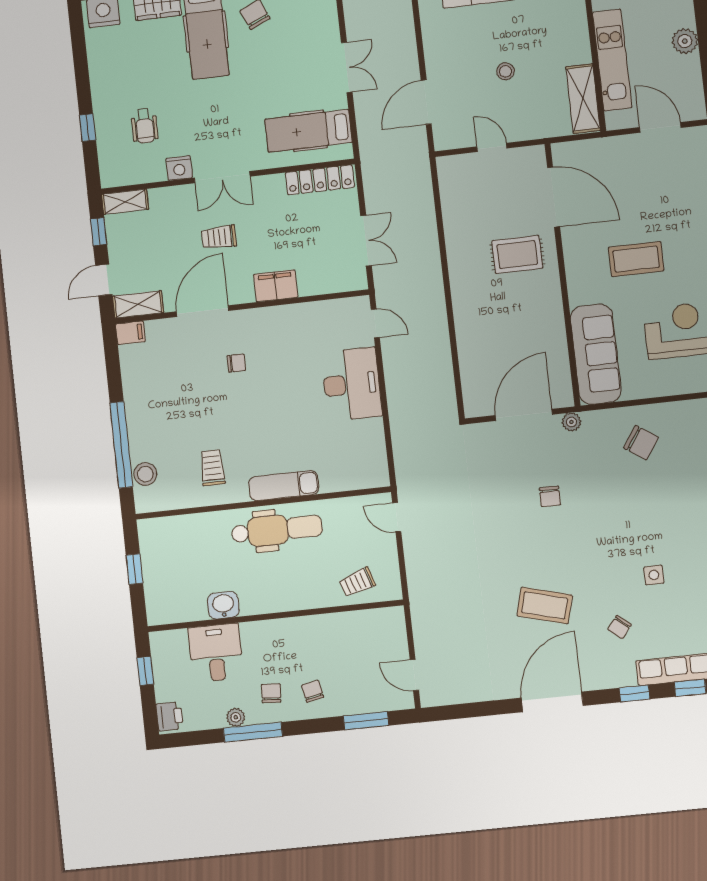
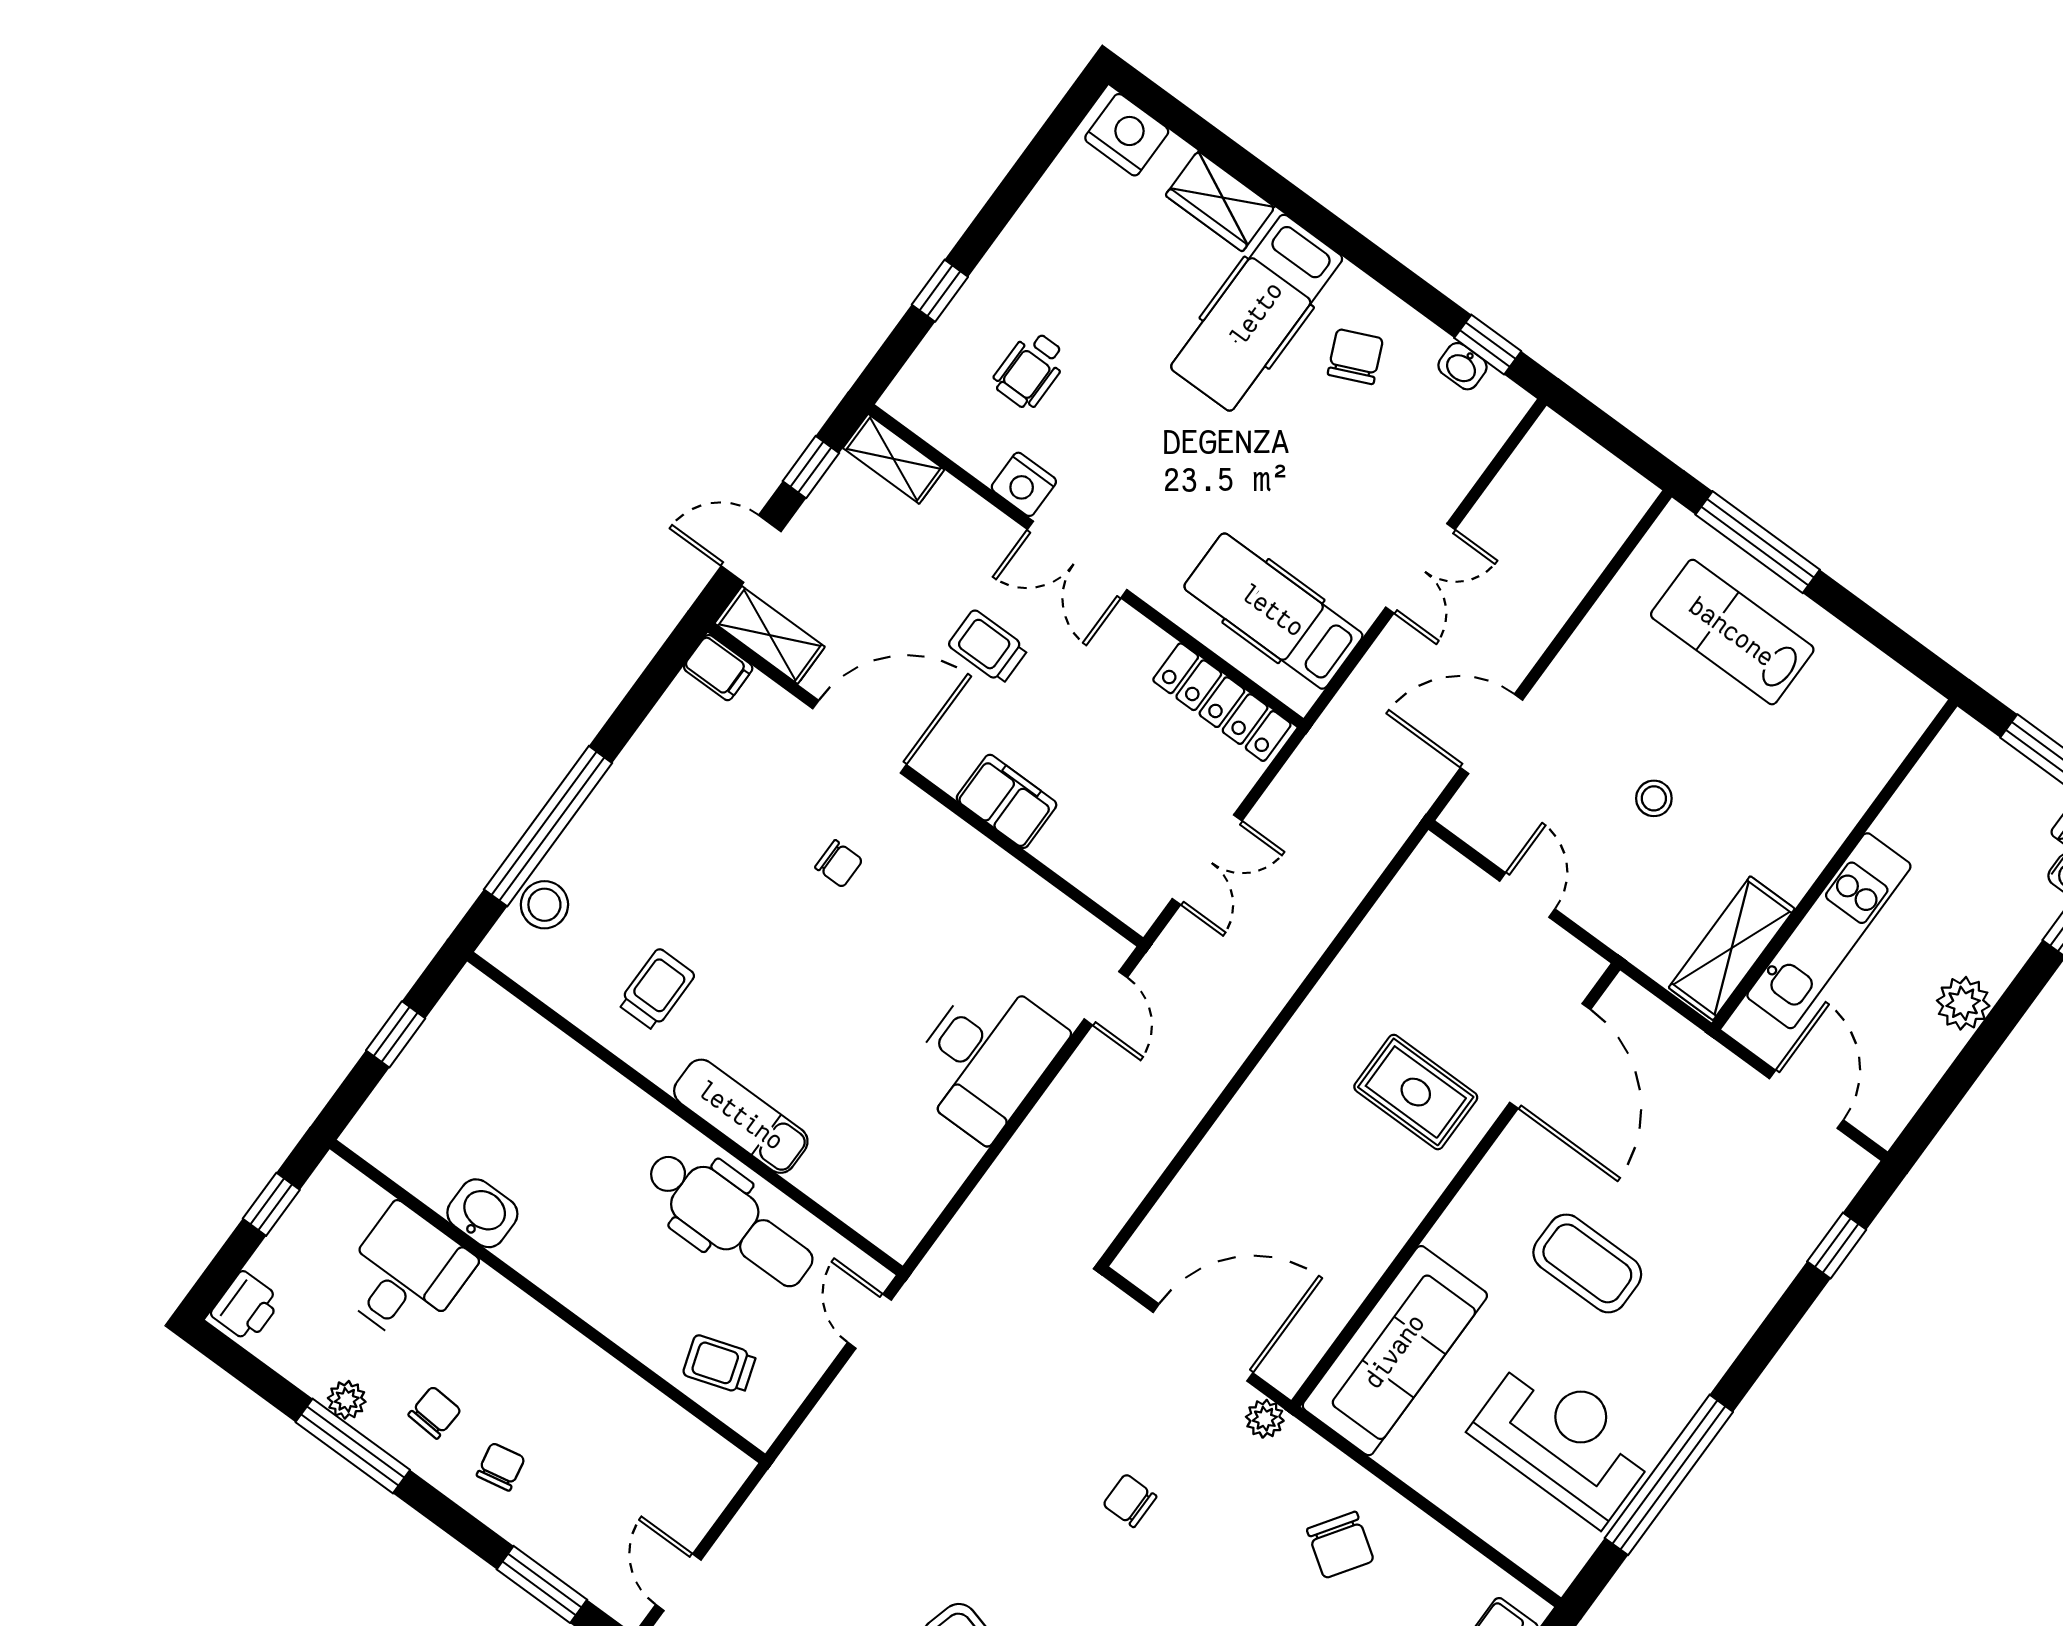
chair: (550, 496) -> (1130, 1501), turned 90
dental chair: (277, 530) -> (730, 1219), moved

